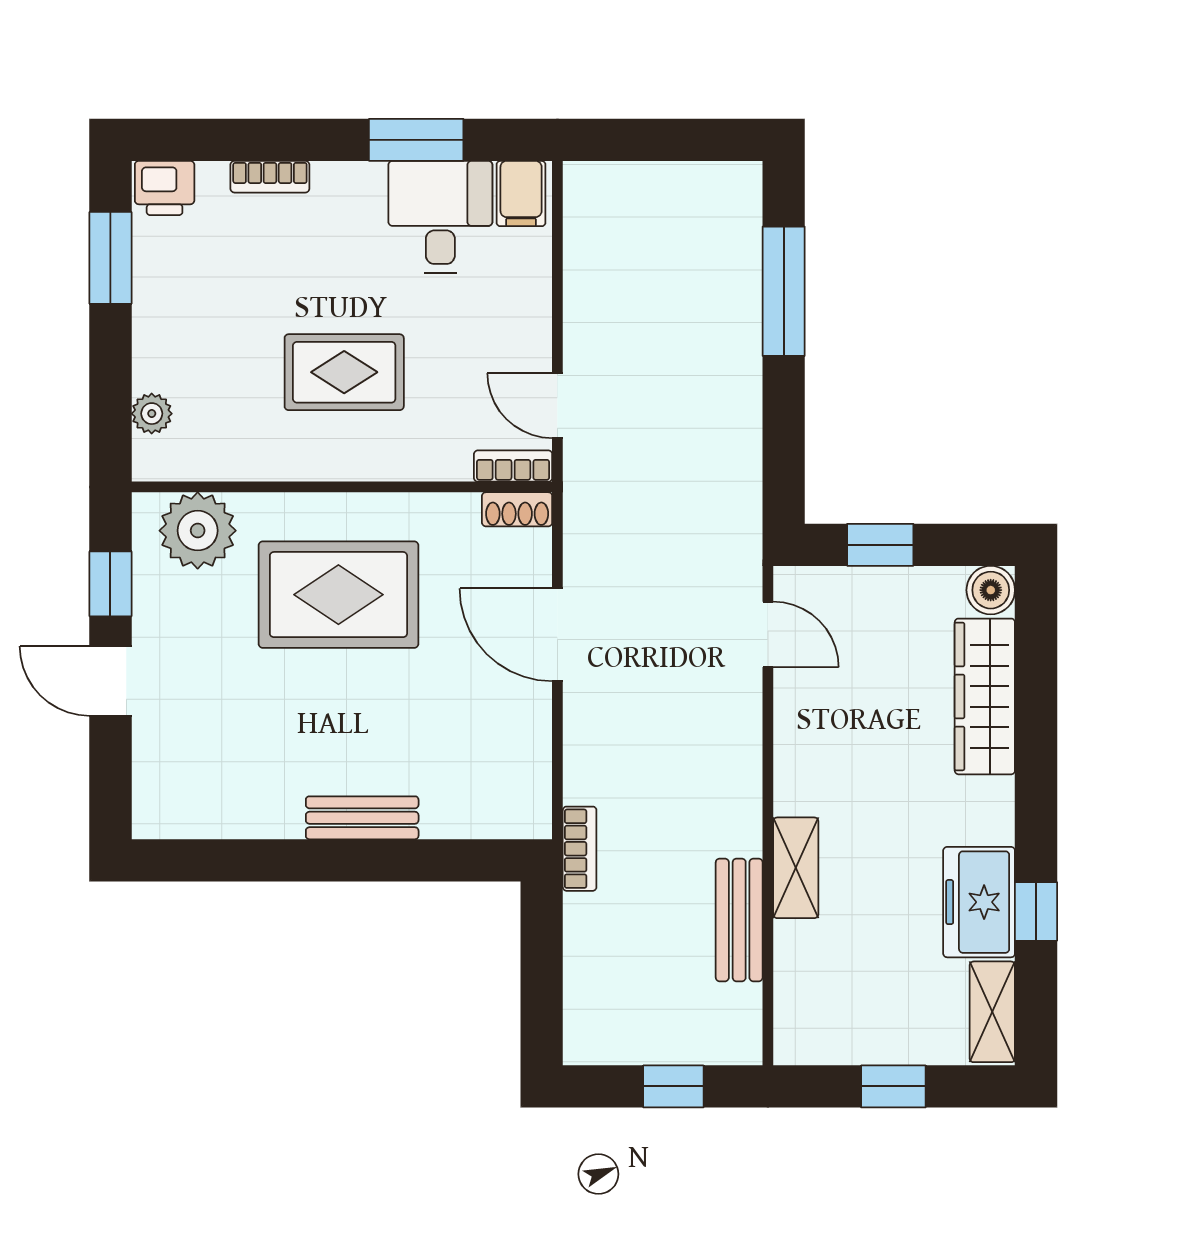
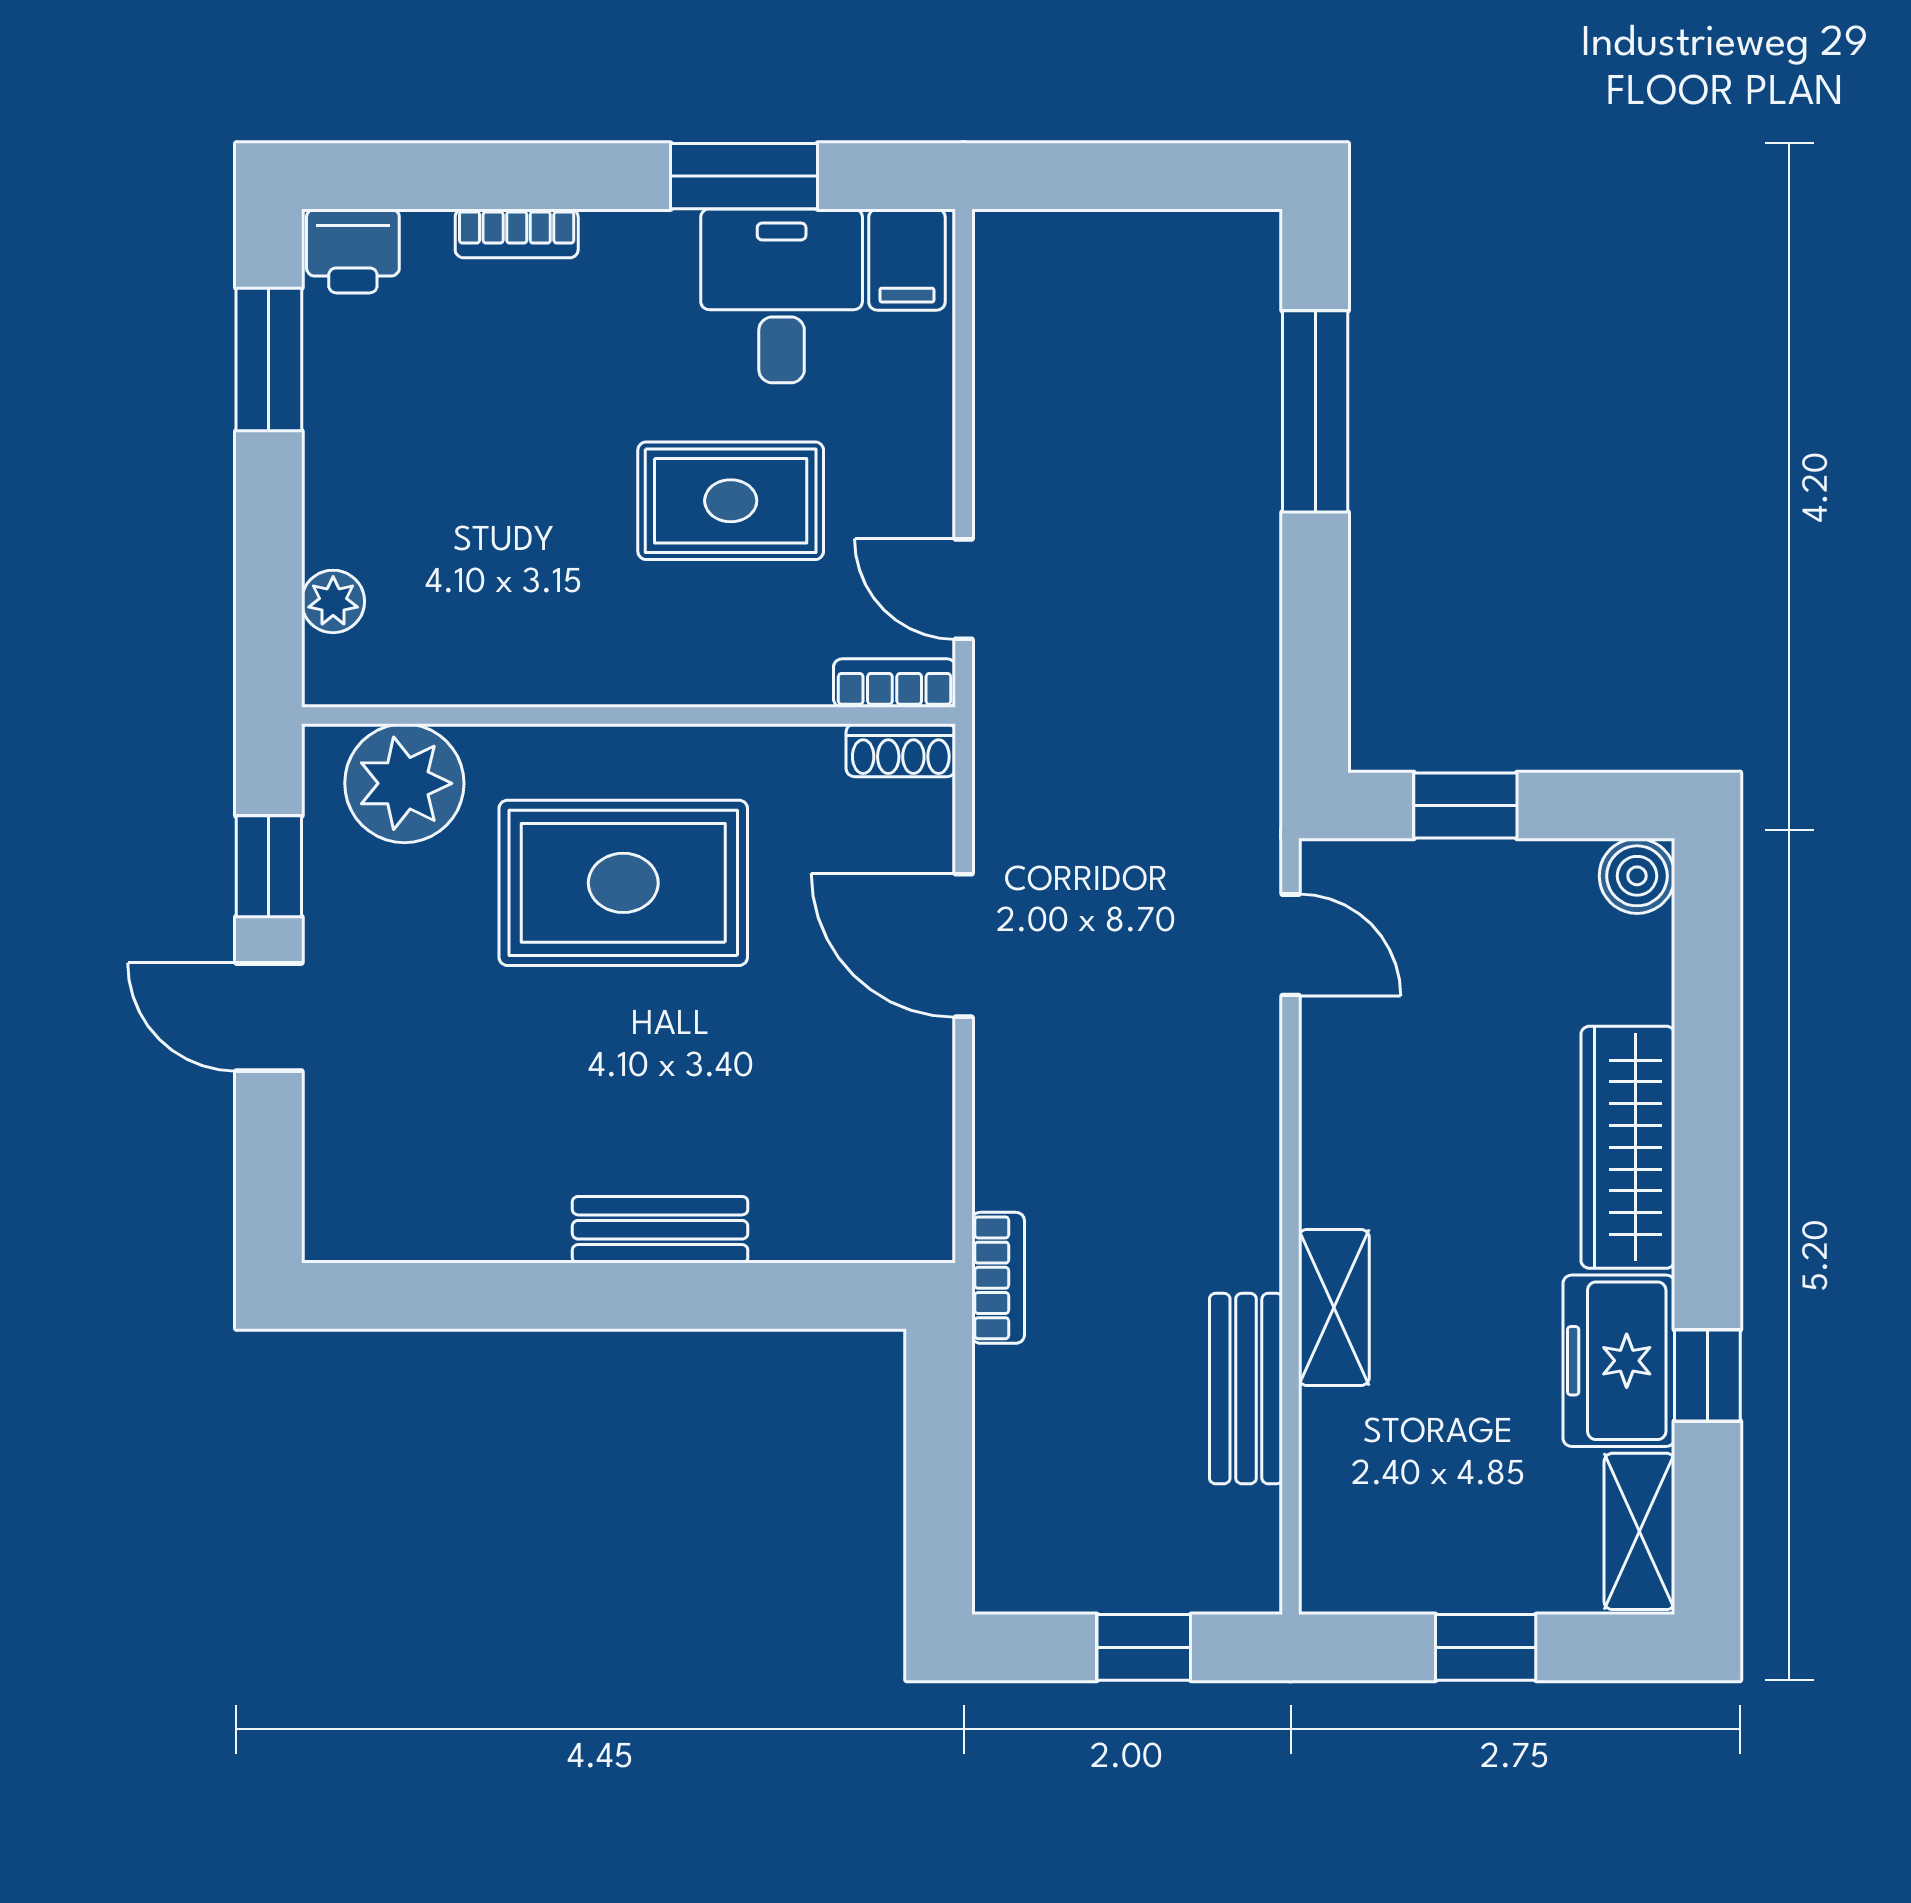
rug: (344, 372) -> (731, 501), moved
wardrobe: (985, 696) -> (1628, 1147), moved

